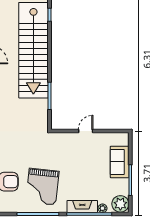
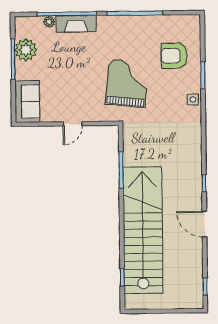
sofa: (120, 162) -> (27, 101), moved
grand piano: (42, 187) -> (127, 83), moved
plant: (120, 204) -> (26, 50), moved

